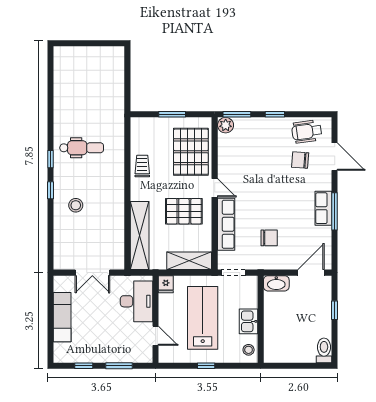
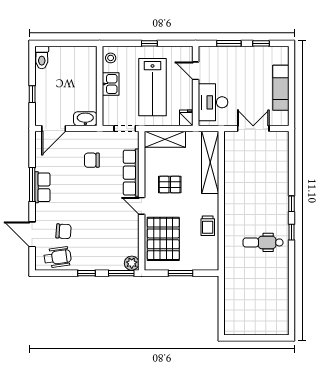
stool: (76, 205) -> (268, 190), removed
pallet: (184, 211) -> (170, 185), width x0.67, depth x0.71

